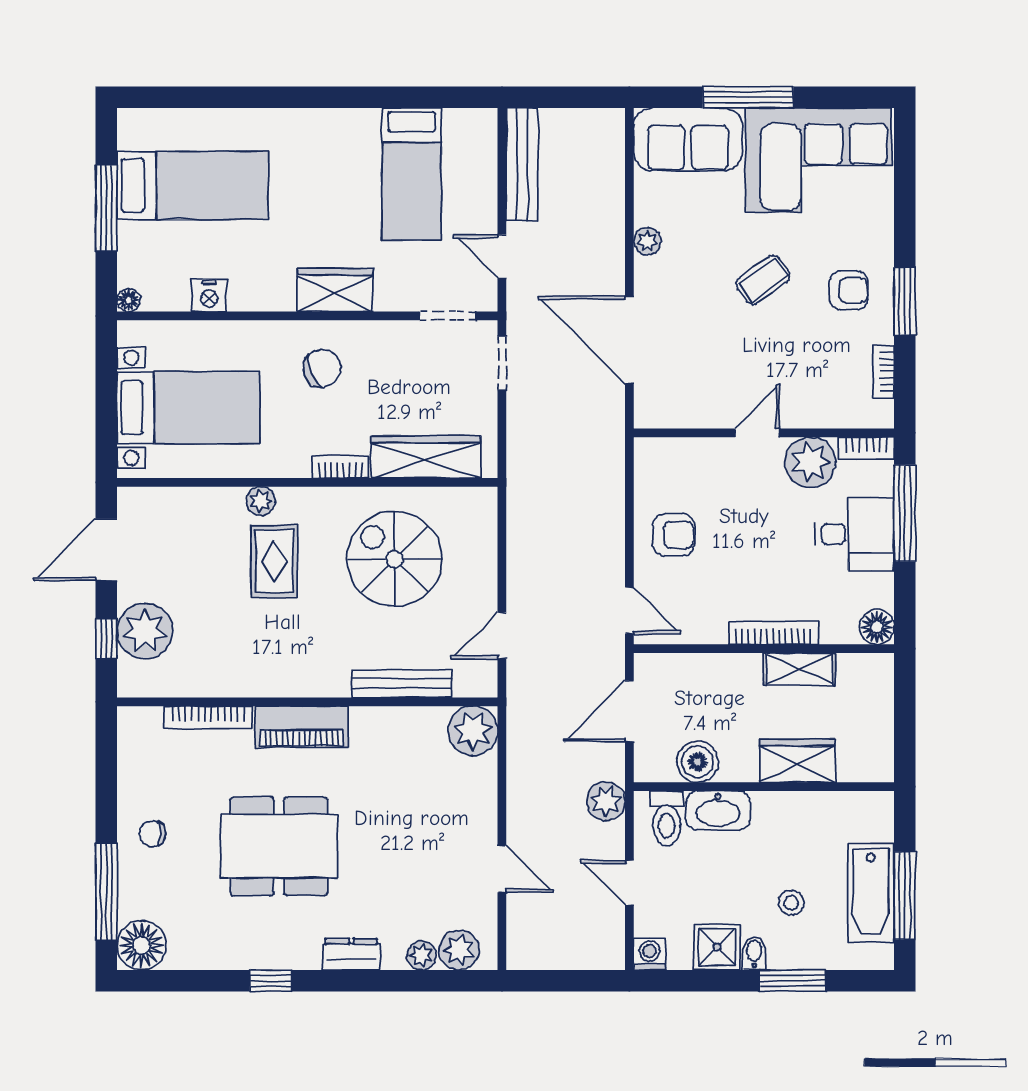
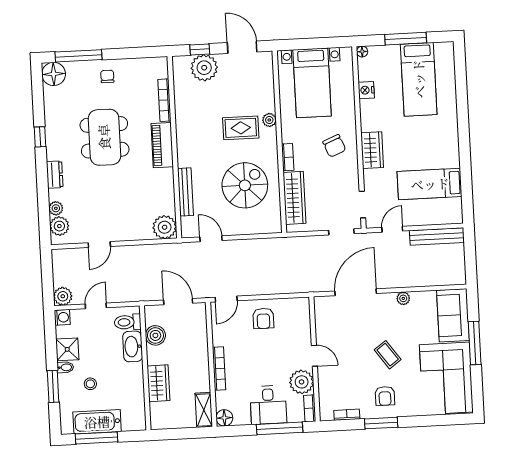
shelving: (799, 669) -> (204, 410), moved
plant: (606, 801) -> (63, 296), moved

